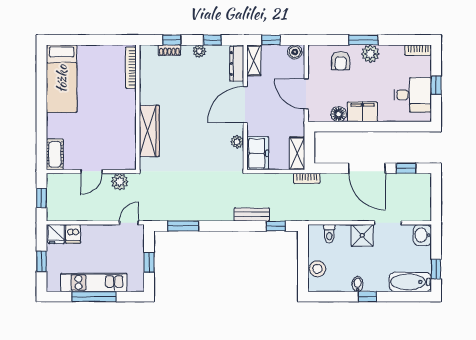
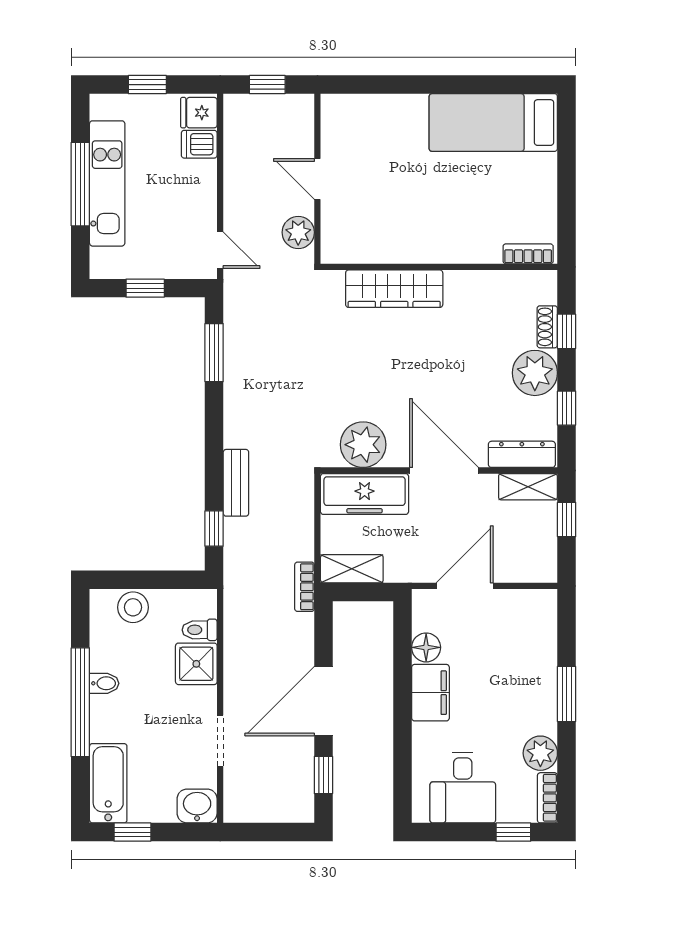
plant: (199, 51) -> (535, 373), width x1.87, depth x1.87
boiler: (295, 52) -> (544, 564), removed
plant: (370, 54) -> (540, 753), moved
armchair: (341, 61) -> (527, 651), removed
bookcase: (131, 68) -> (528, 254), width x0.64
window: (436, 85) -> (513, 832), moved
plant: (237, 142) -> (363, 445), width x1.88, depth x1.88
freezer: (258, 153) -> (365, 494), width x1.40
cot: (55, 154) -> (350, 110), removed
shower: (362, 235) -> (196, 664), moved
window: (368, 297) -> (80, 702), width x3.17

